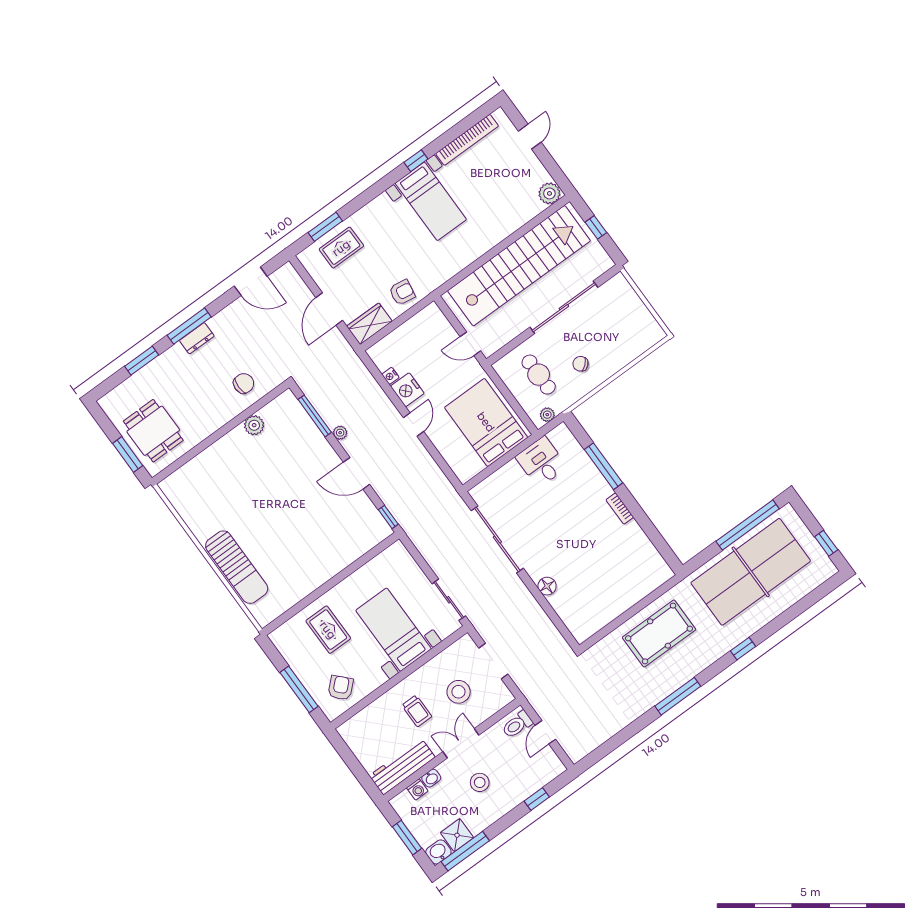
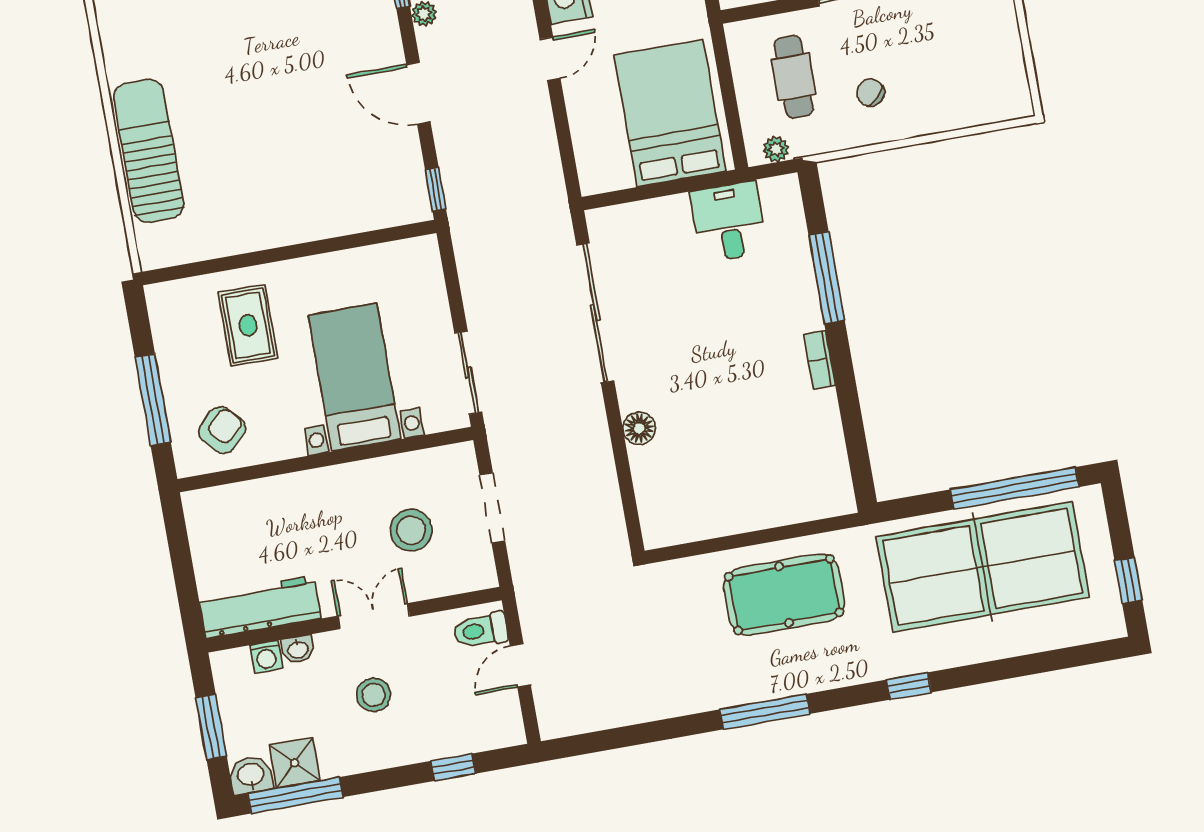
sun lounger: (237, 567) -> (148, 151), turned 180
trolley: (417, 711) -> (328, 528), removed

